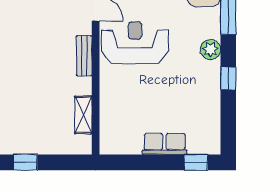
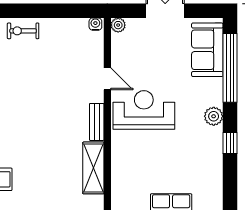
shelving: (83, 115) -> (93, 168), width x1.50, depth x1.33

